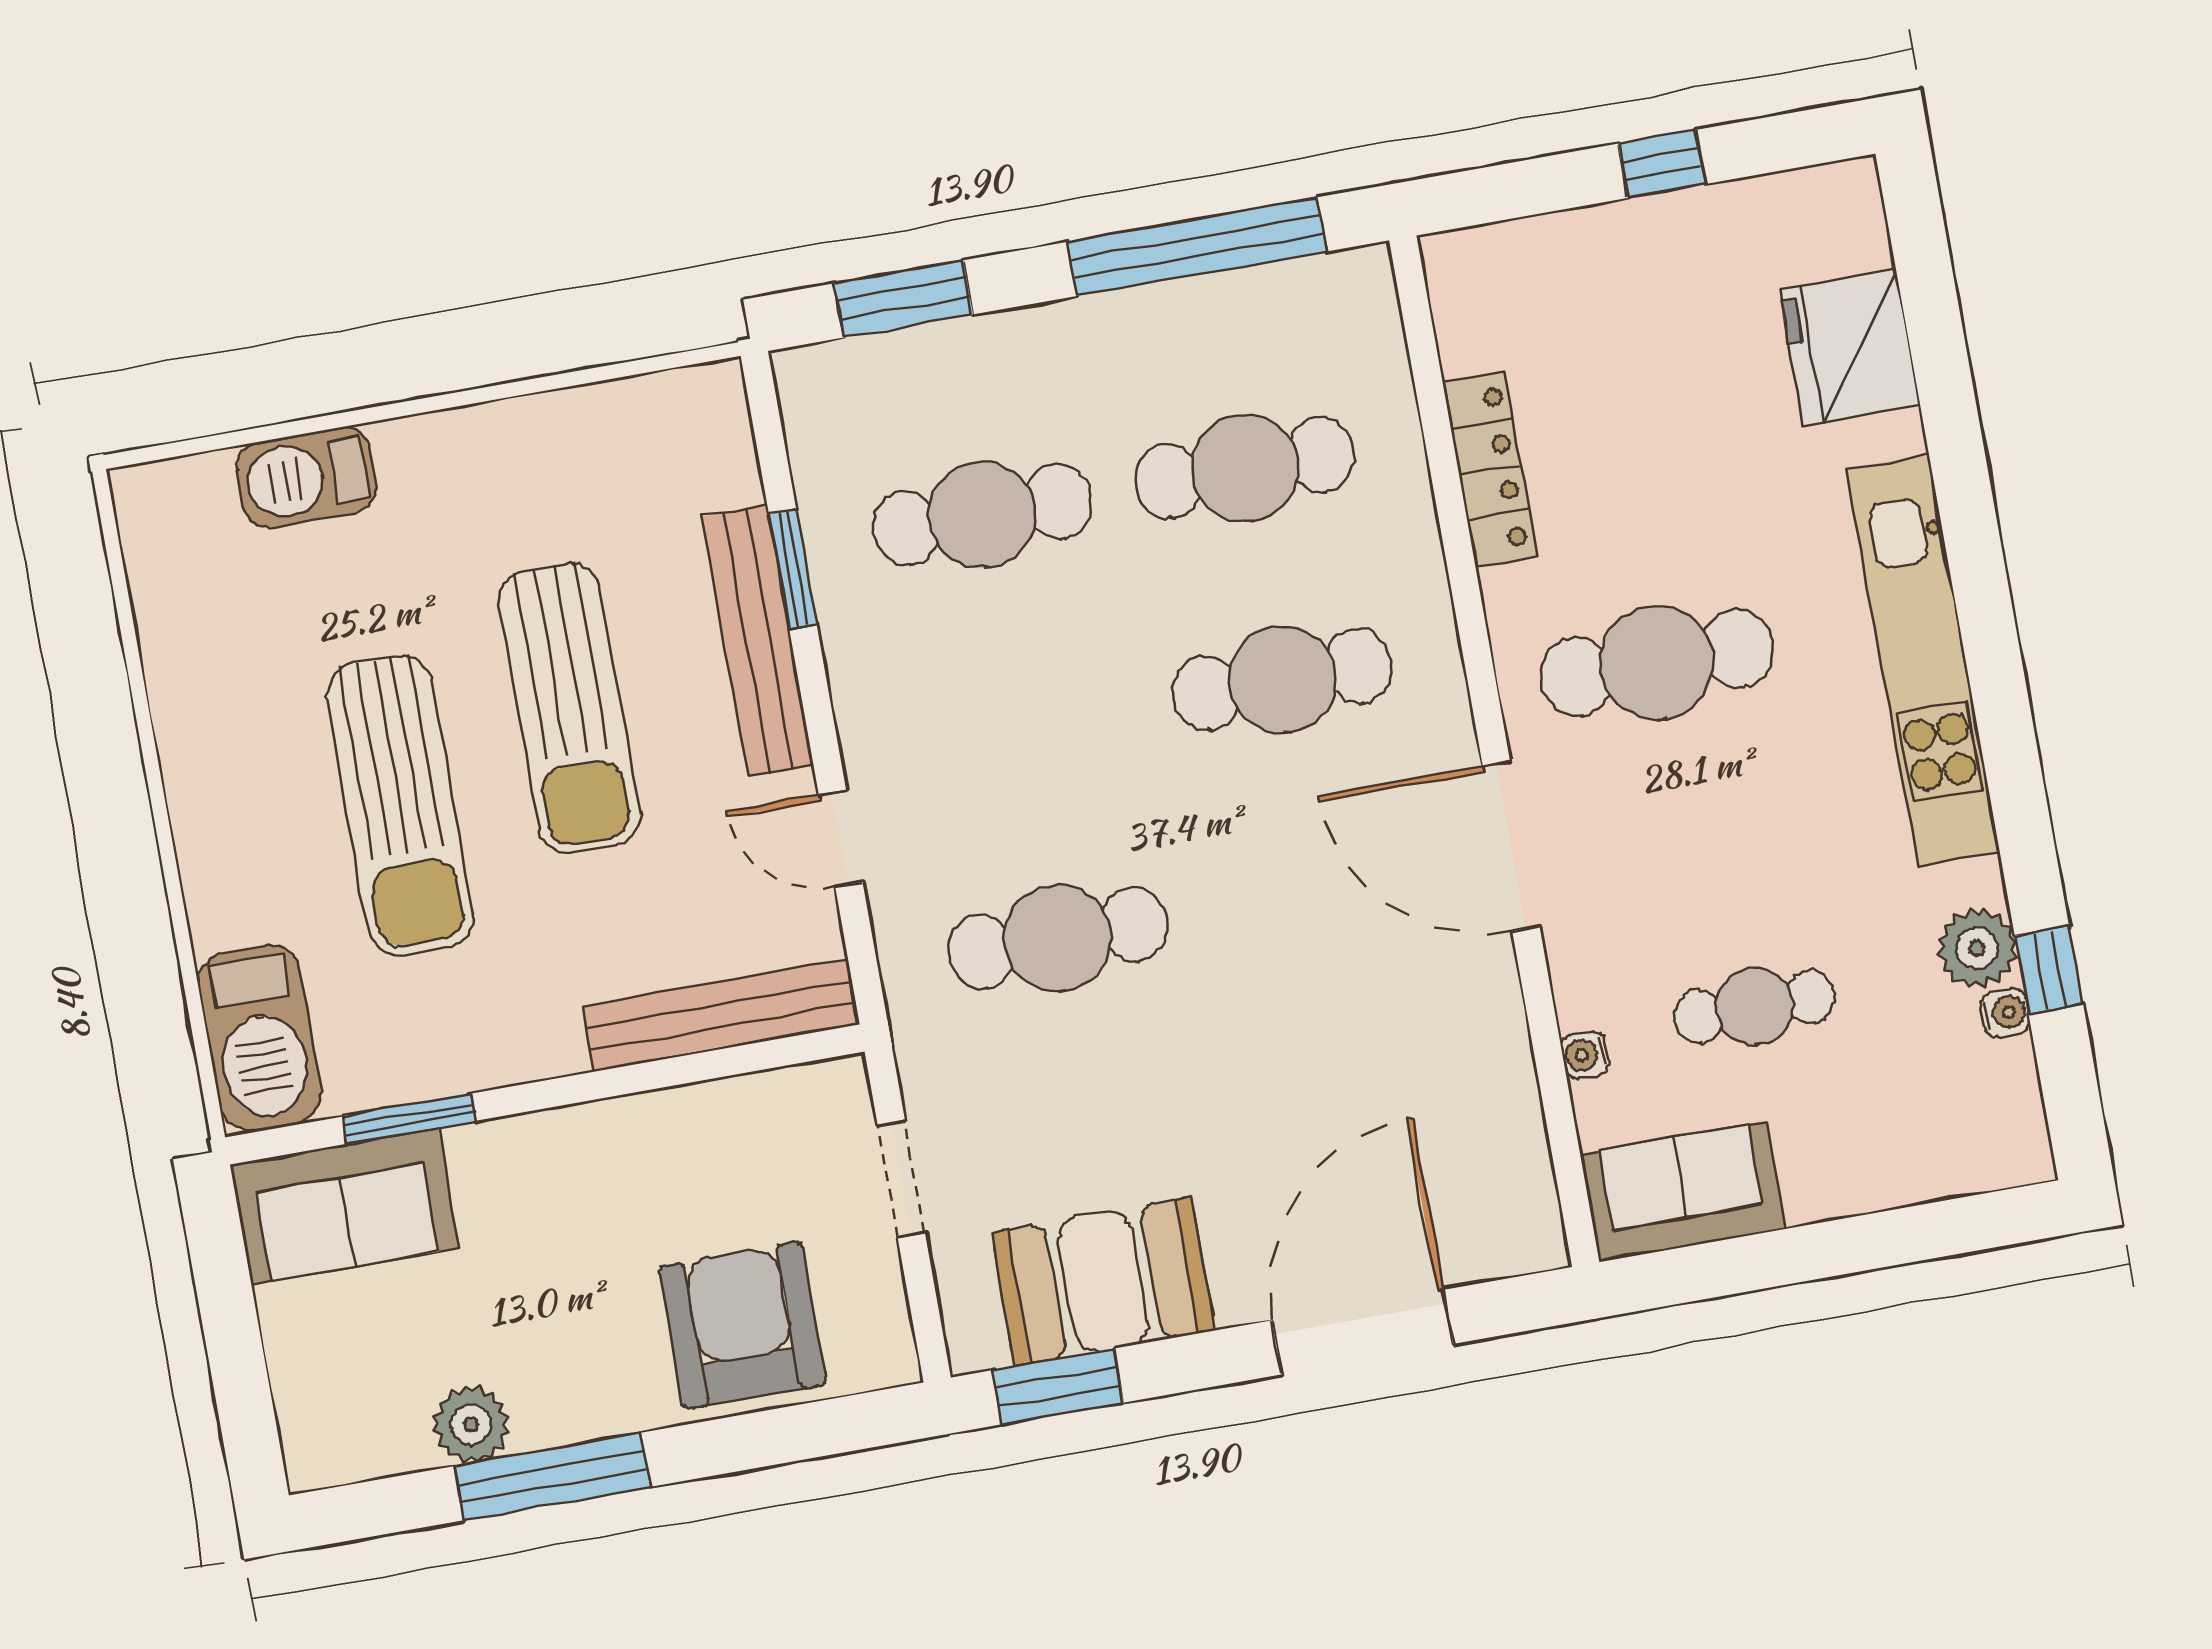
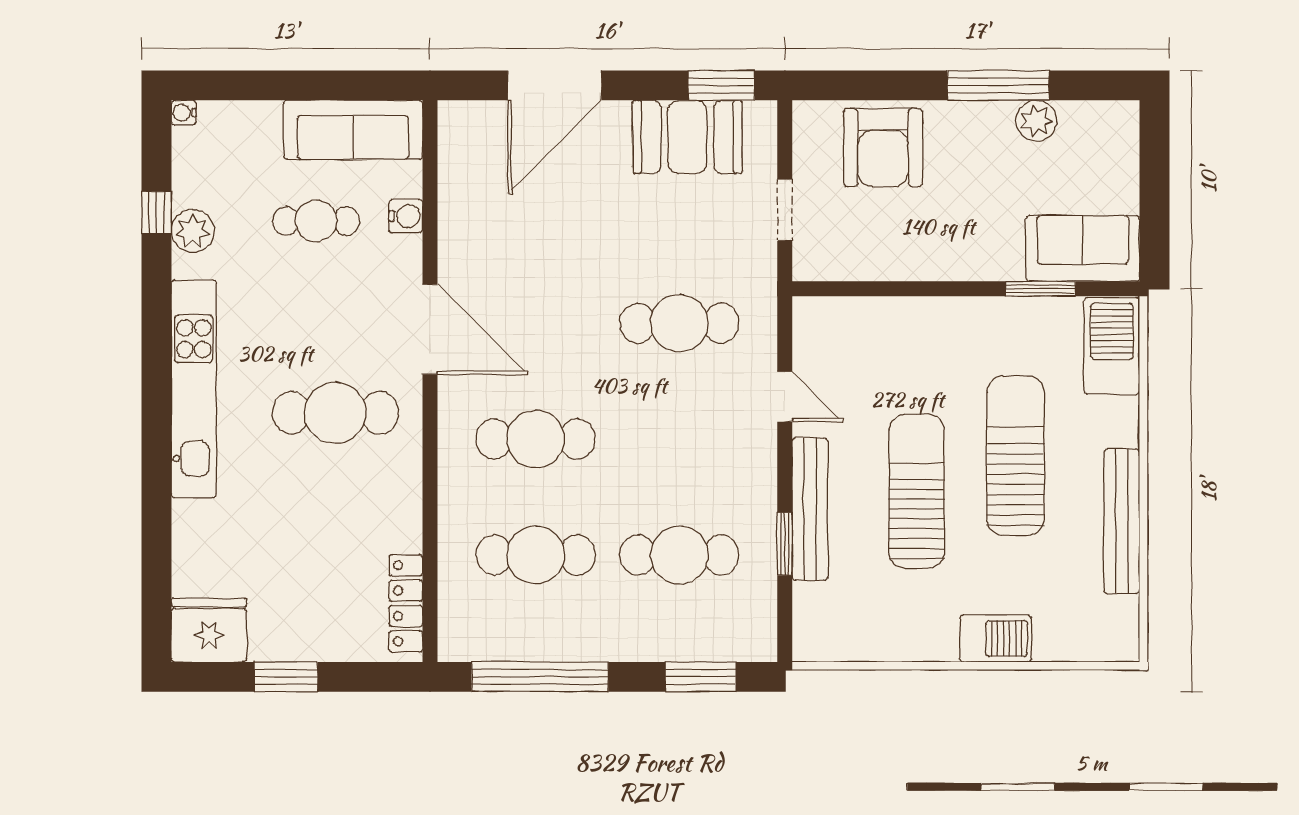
window: (1661, 164) -> (286, 677), width x1.50
fridge: (1850, 348) -> (209, 630), moved, turned -90
locker: (1490, 469) -> (406, 603), moved
barbecue: (306, 477) -> (996, 639), moved
water cooler: (2005, 1013) -> (184, 113), moved
bench: (721, 1015) -> (1122, 521), moved, turned 90
water cooler: (1585, 1055) -> (406, 216), width x1.38, depth x1.38
sofa: (1683, 1192) -> (353, 130), width x1.36

